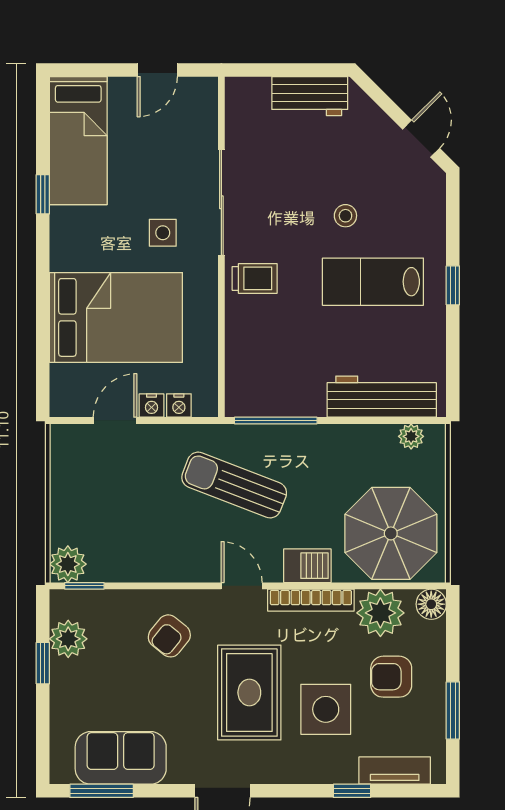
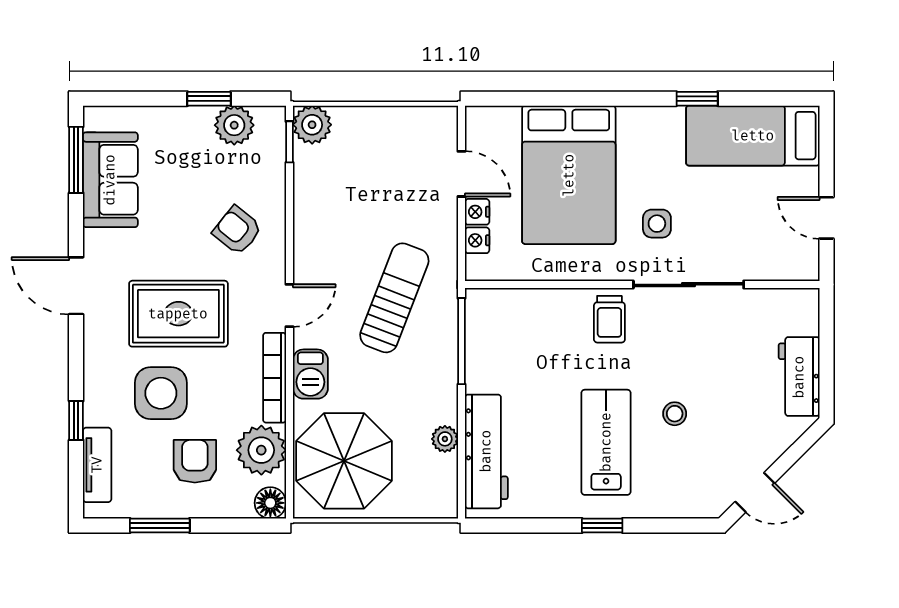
plant: (411, 436) -> (445, 439), moved

